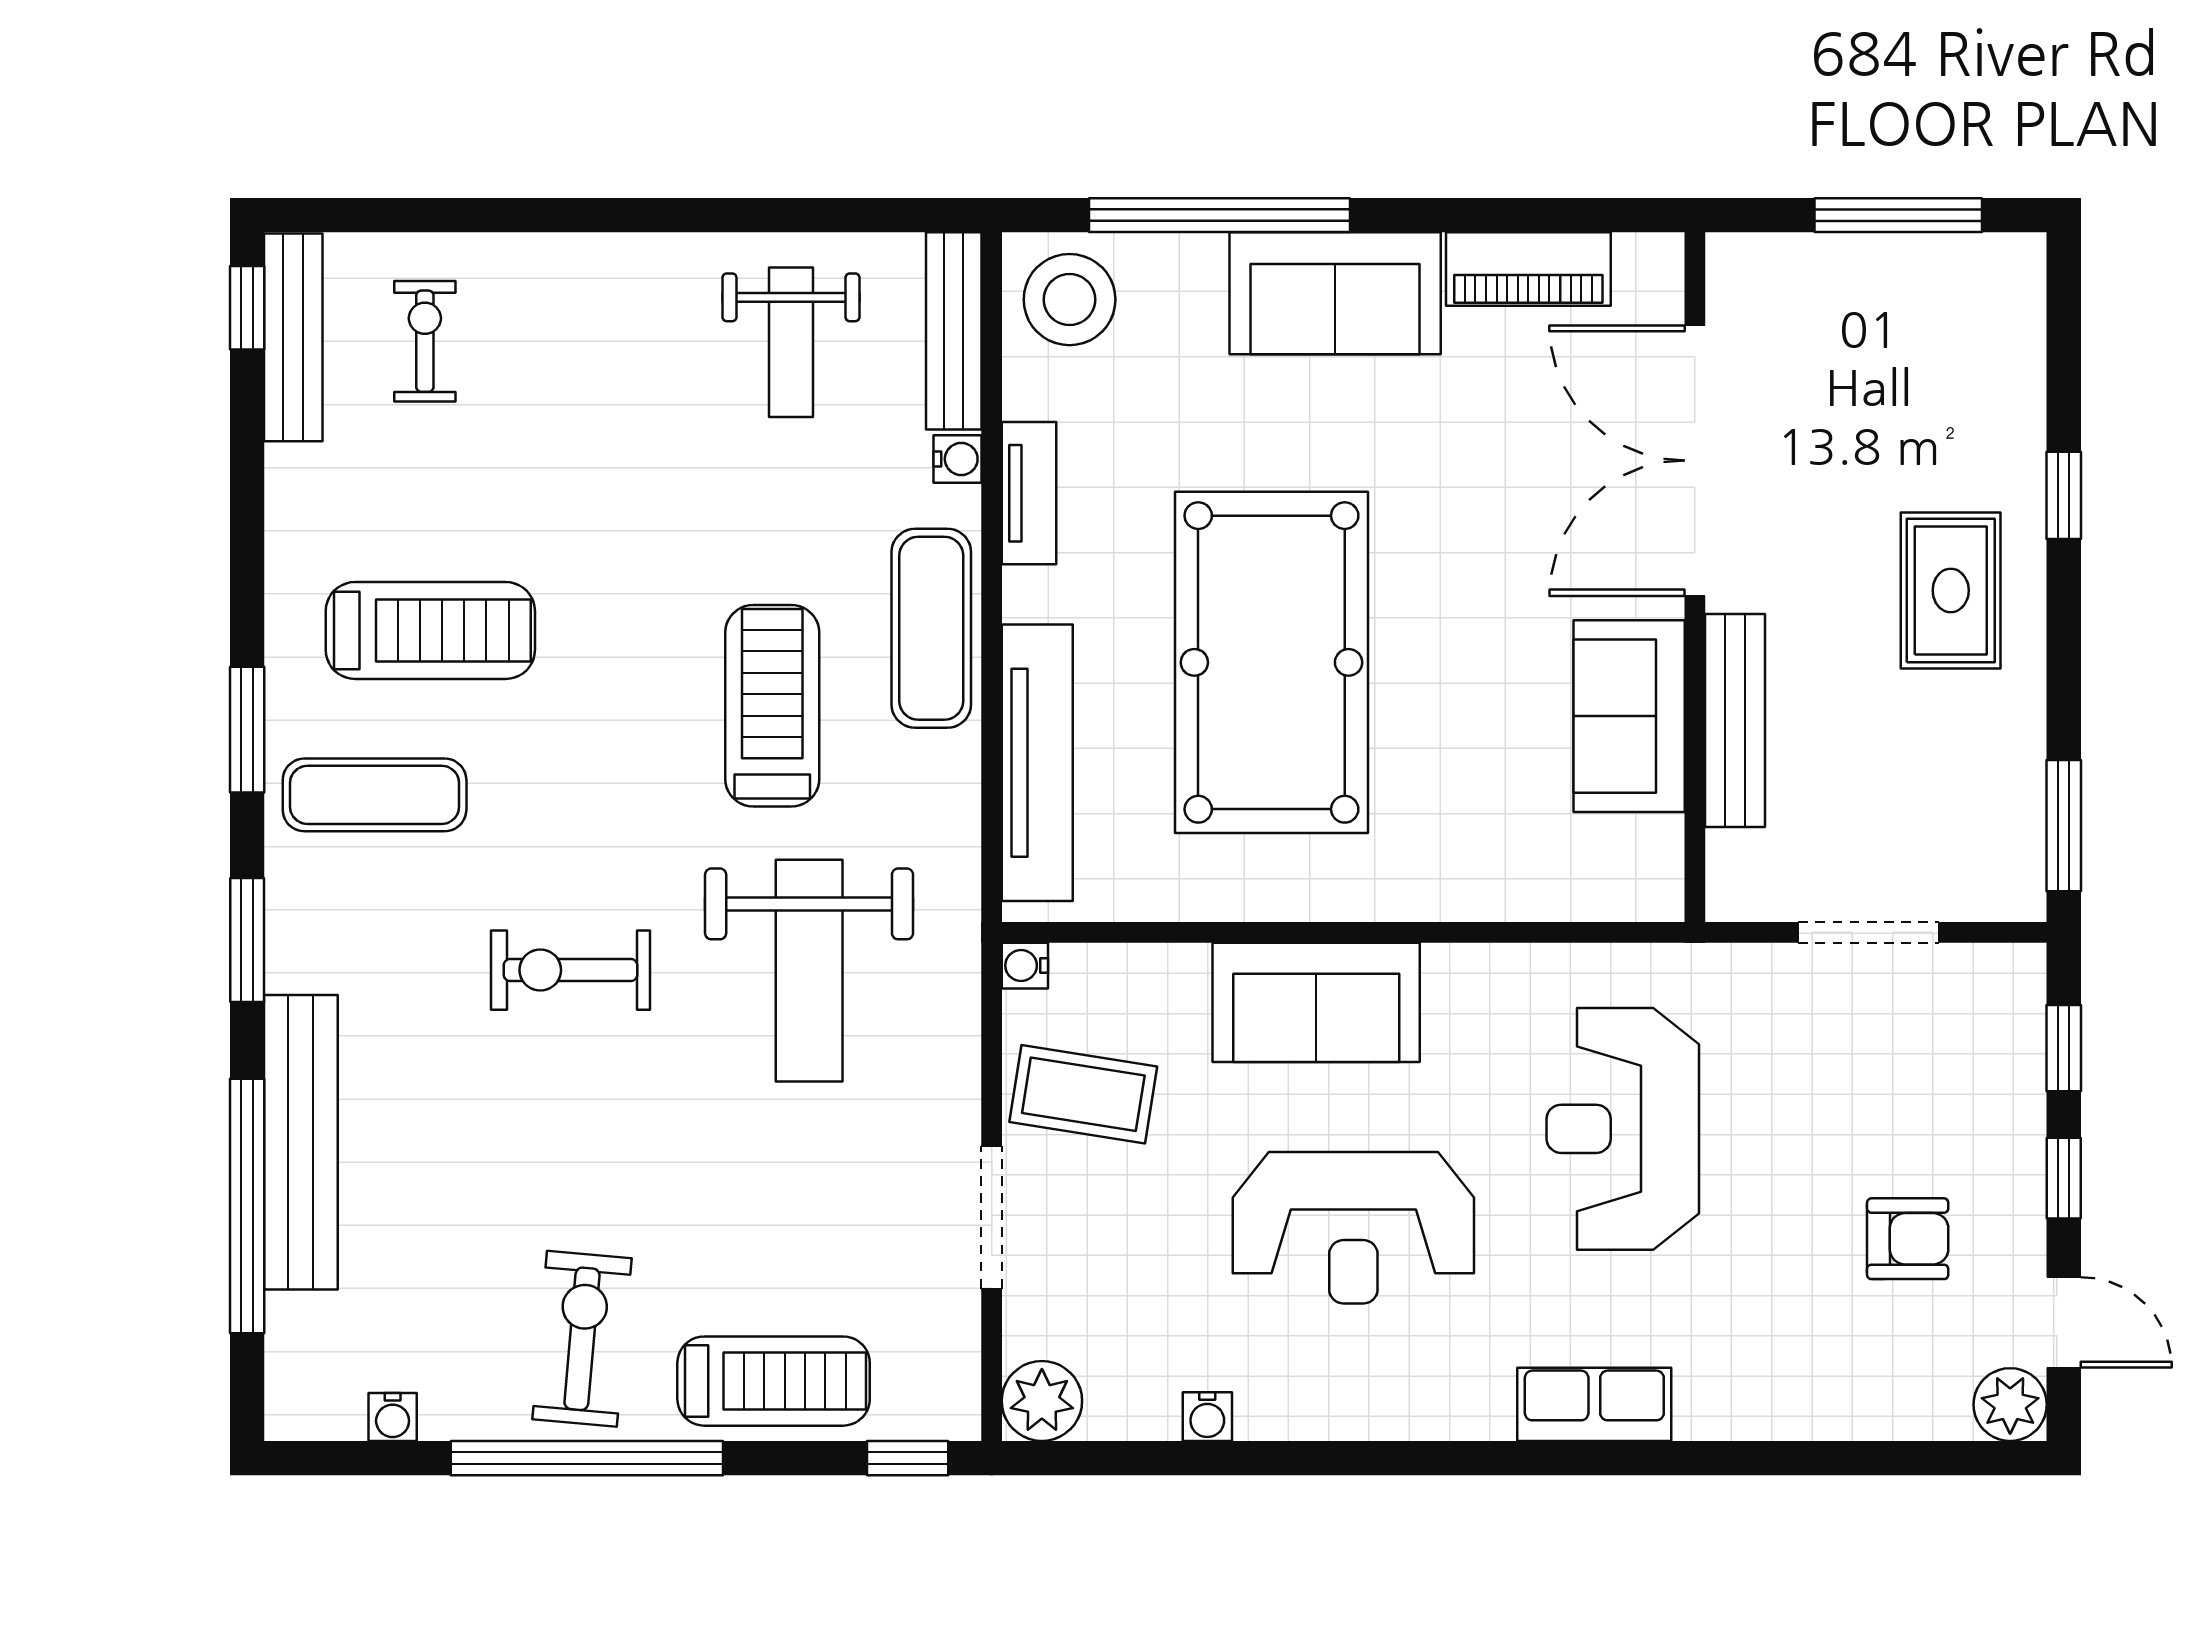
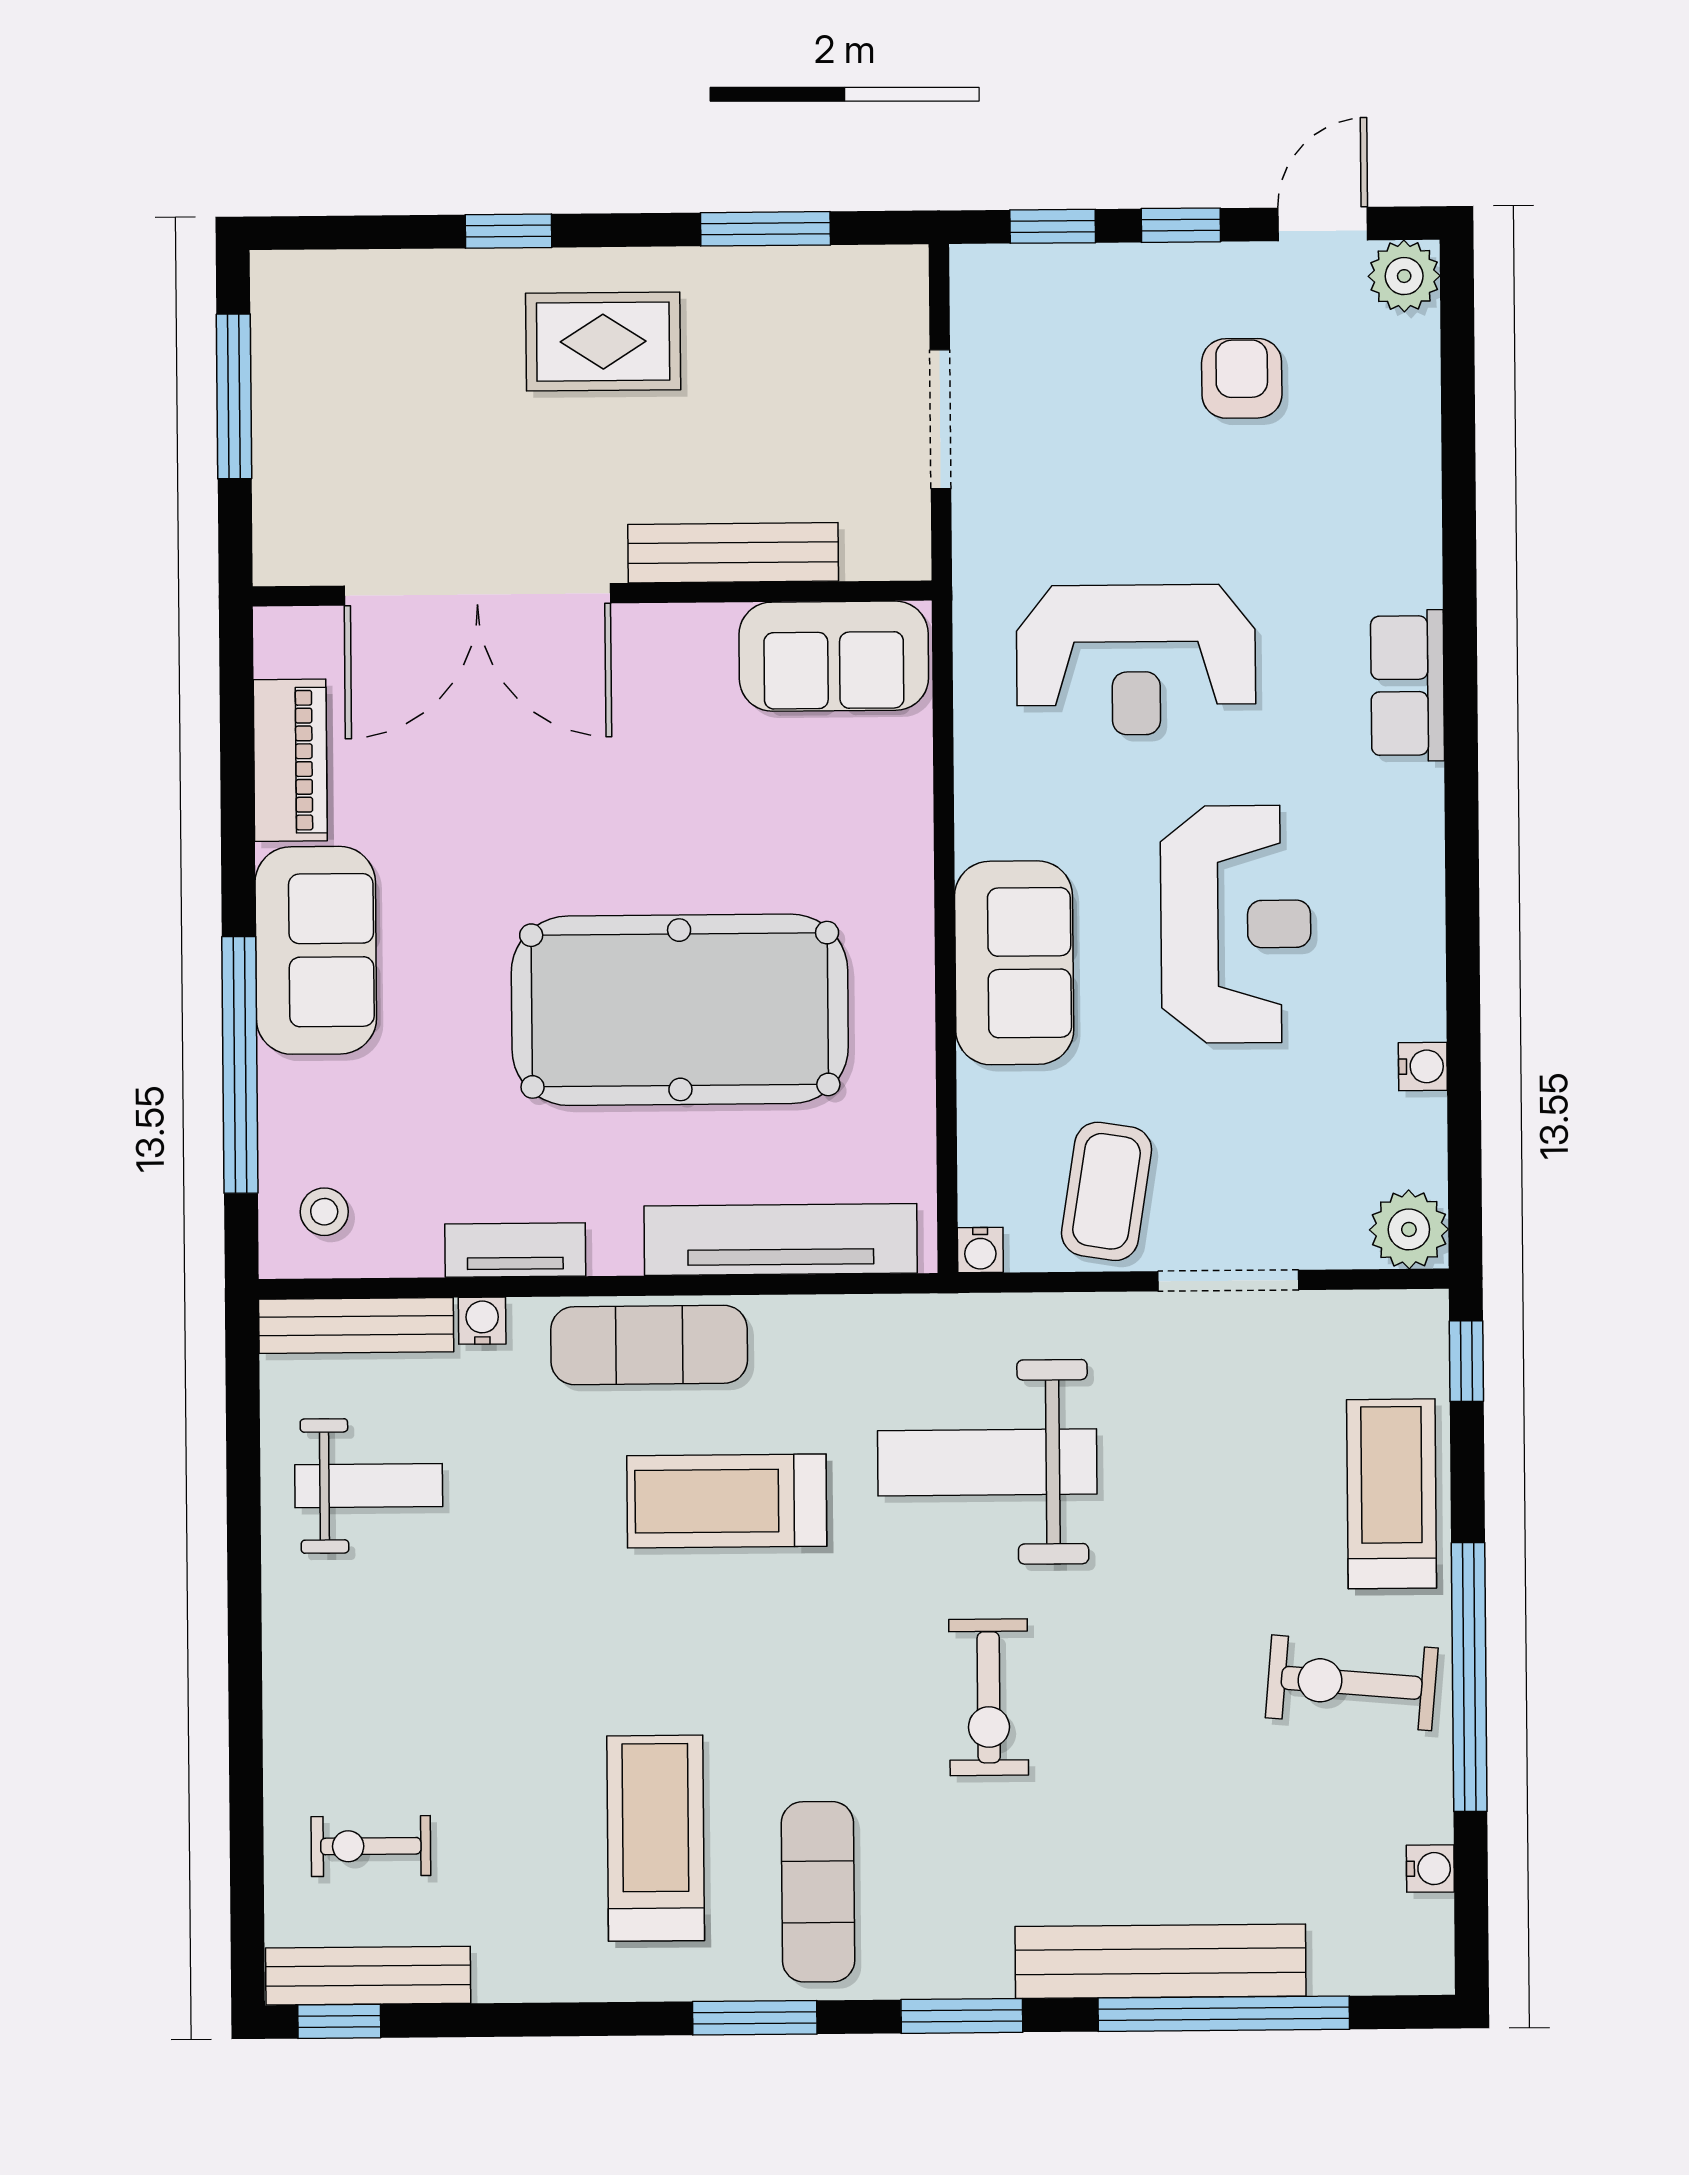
stool: (1070, 300) -> (324, 1212), width x0.53, depth x0.53
sofa: (1629, 716) -> (834, 656), moved
window: (2064, 826) -> (765, 229), moved
weight bench: (809, 971) -> (987, 1462), turned 180

